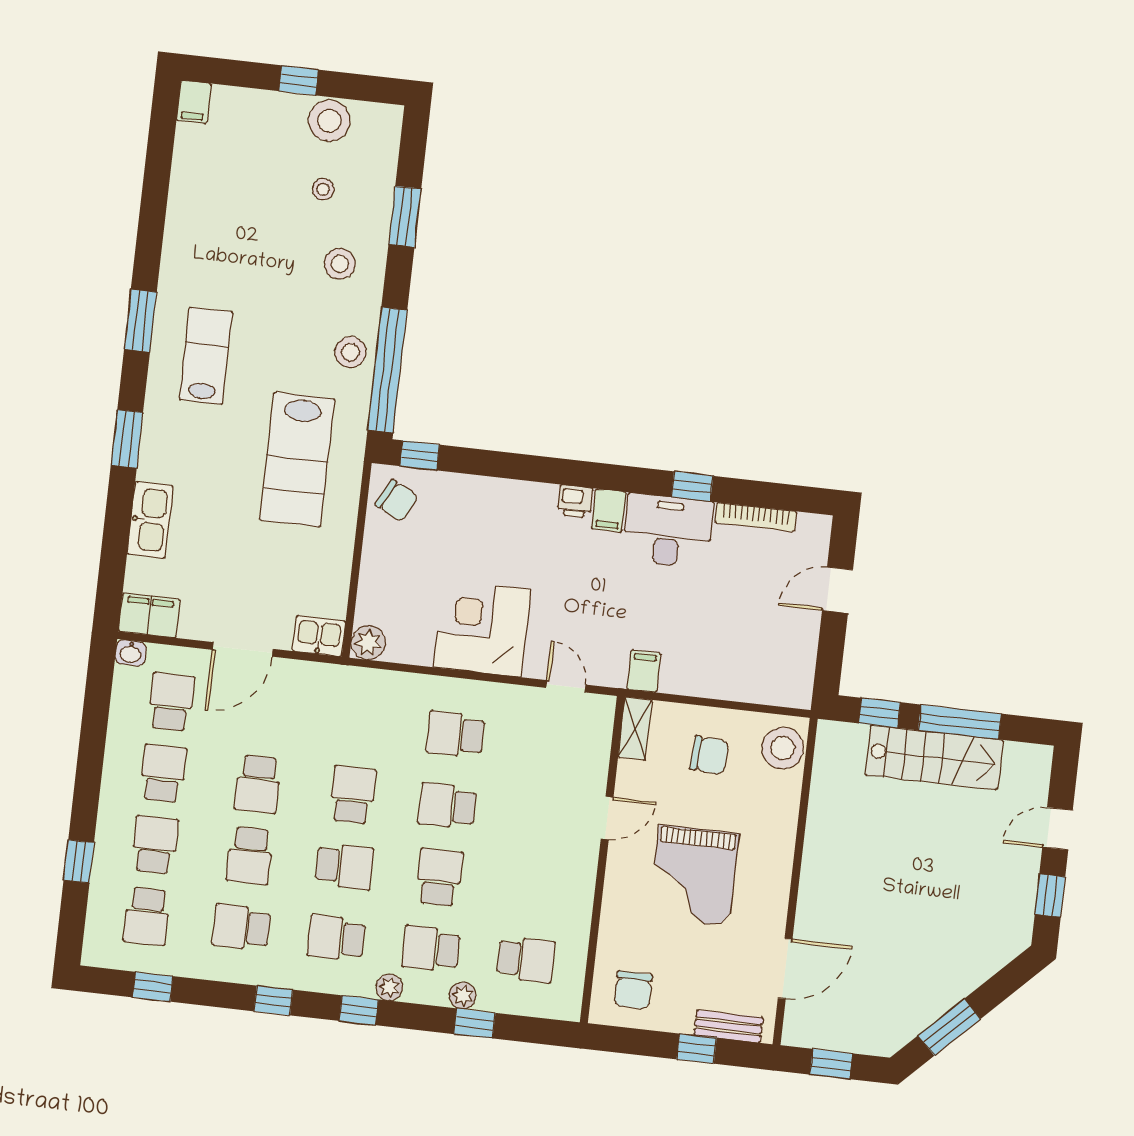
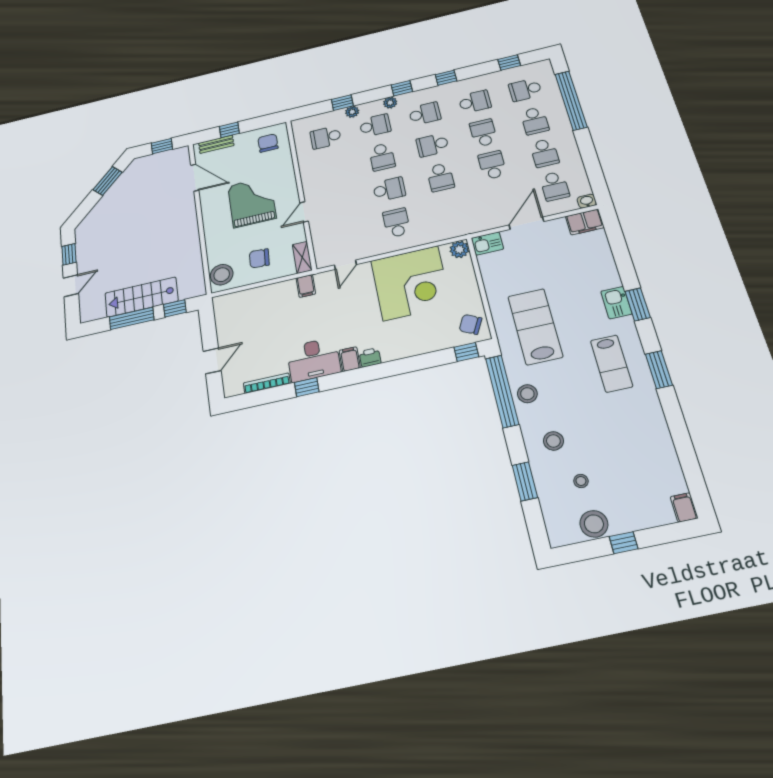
kitchen sink: (150, 520) -> (616, 303), moved, width x0.73
corner desk: (482, 628) -> (411, 283), width x1.36, depth x1.36
door: (566, 686) -> (345, 265), hinge flipped
school desk: (456, 734) -> (396, 223), turned -90
window: (79, 861) -> (571, 100), width x3.17
school desk: (147, 916) -> (525, 90), turned -90
door: (785, 969) -> (195, 178), swing flipped

